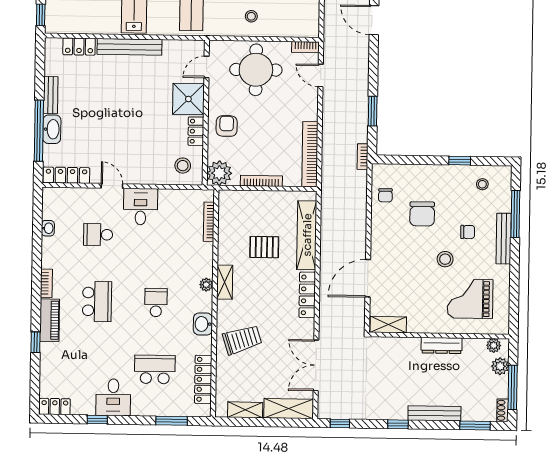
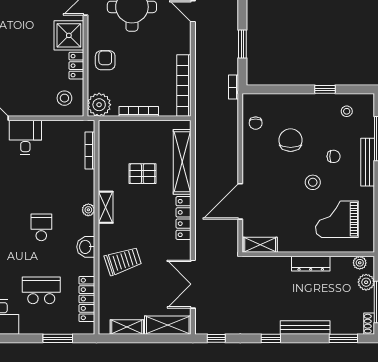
chair: (422, 214) -> (291, 140), turned 180

